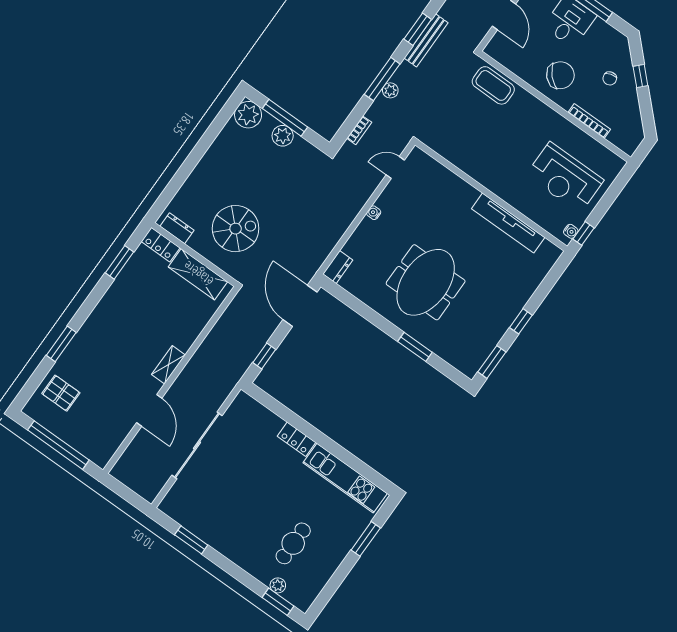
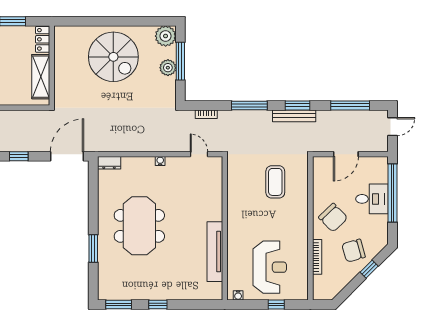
chair: (610, 78) -> (354, 251), width x1.87, depth x1.87
coffee table: (493, 85) -> (275, 182), moved
plant: (390, 90) -> (246, 116), removed
reception desk: (565, 178) -> (270, 267), turned 180
dresser: (177, 228) -> (61, 42), removed
spiral stairs: (236, 229) -> (113, 57), moved, width x1.37, depth x1.37
window: (584, 233) -> (276, 304), moved
meeting table: (426, 282) -> (139, 226), turned 90

